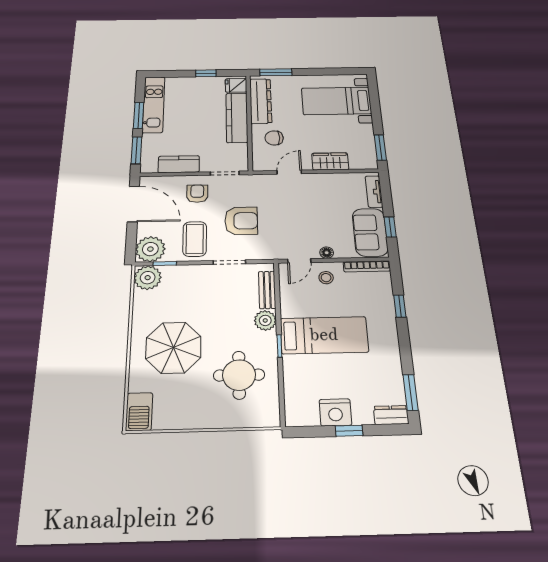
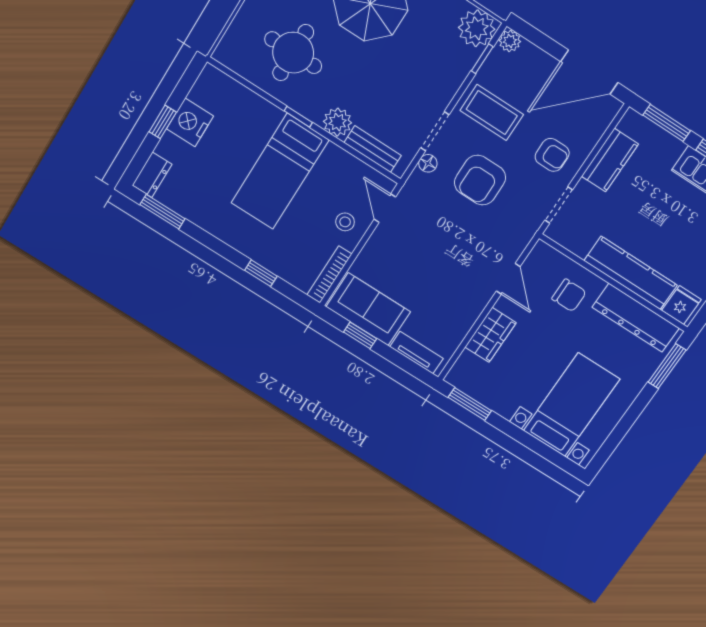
chair: (274, 138) -> (569, 295), turned 90
plant: (150, 249) -> (510, 41), width x0.53, depth x0.53
floor lamp: (327, 253) -> (428, 163), moved

